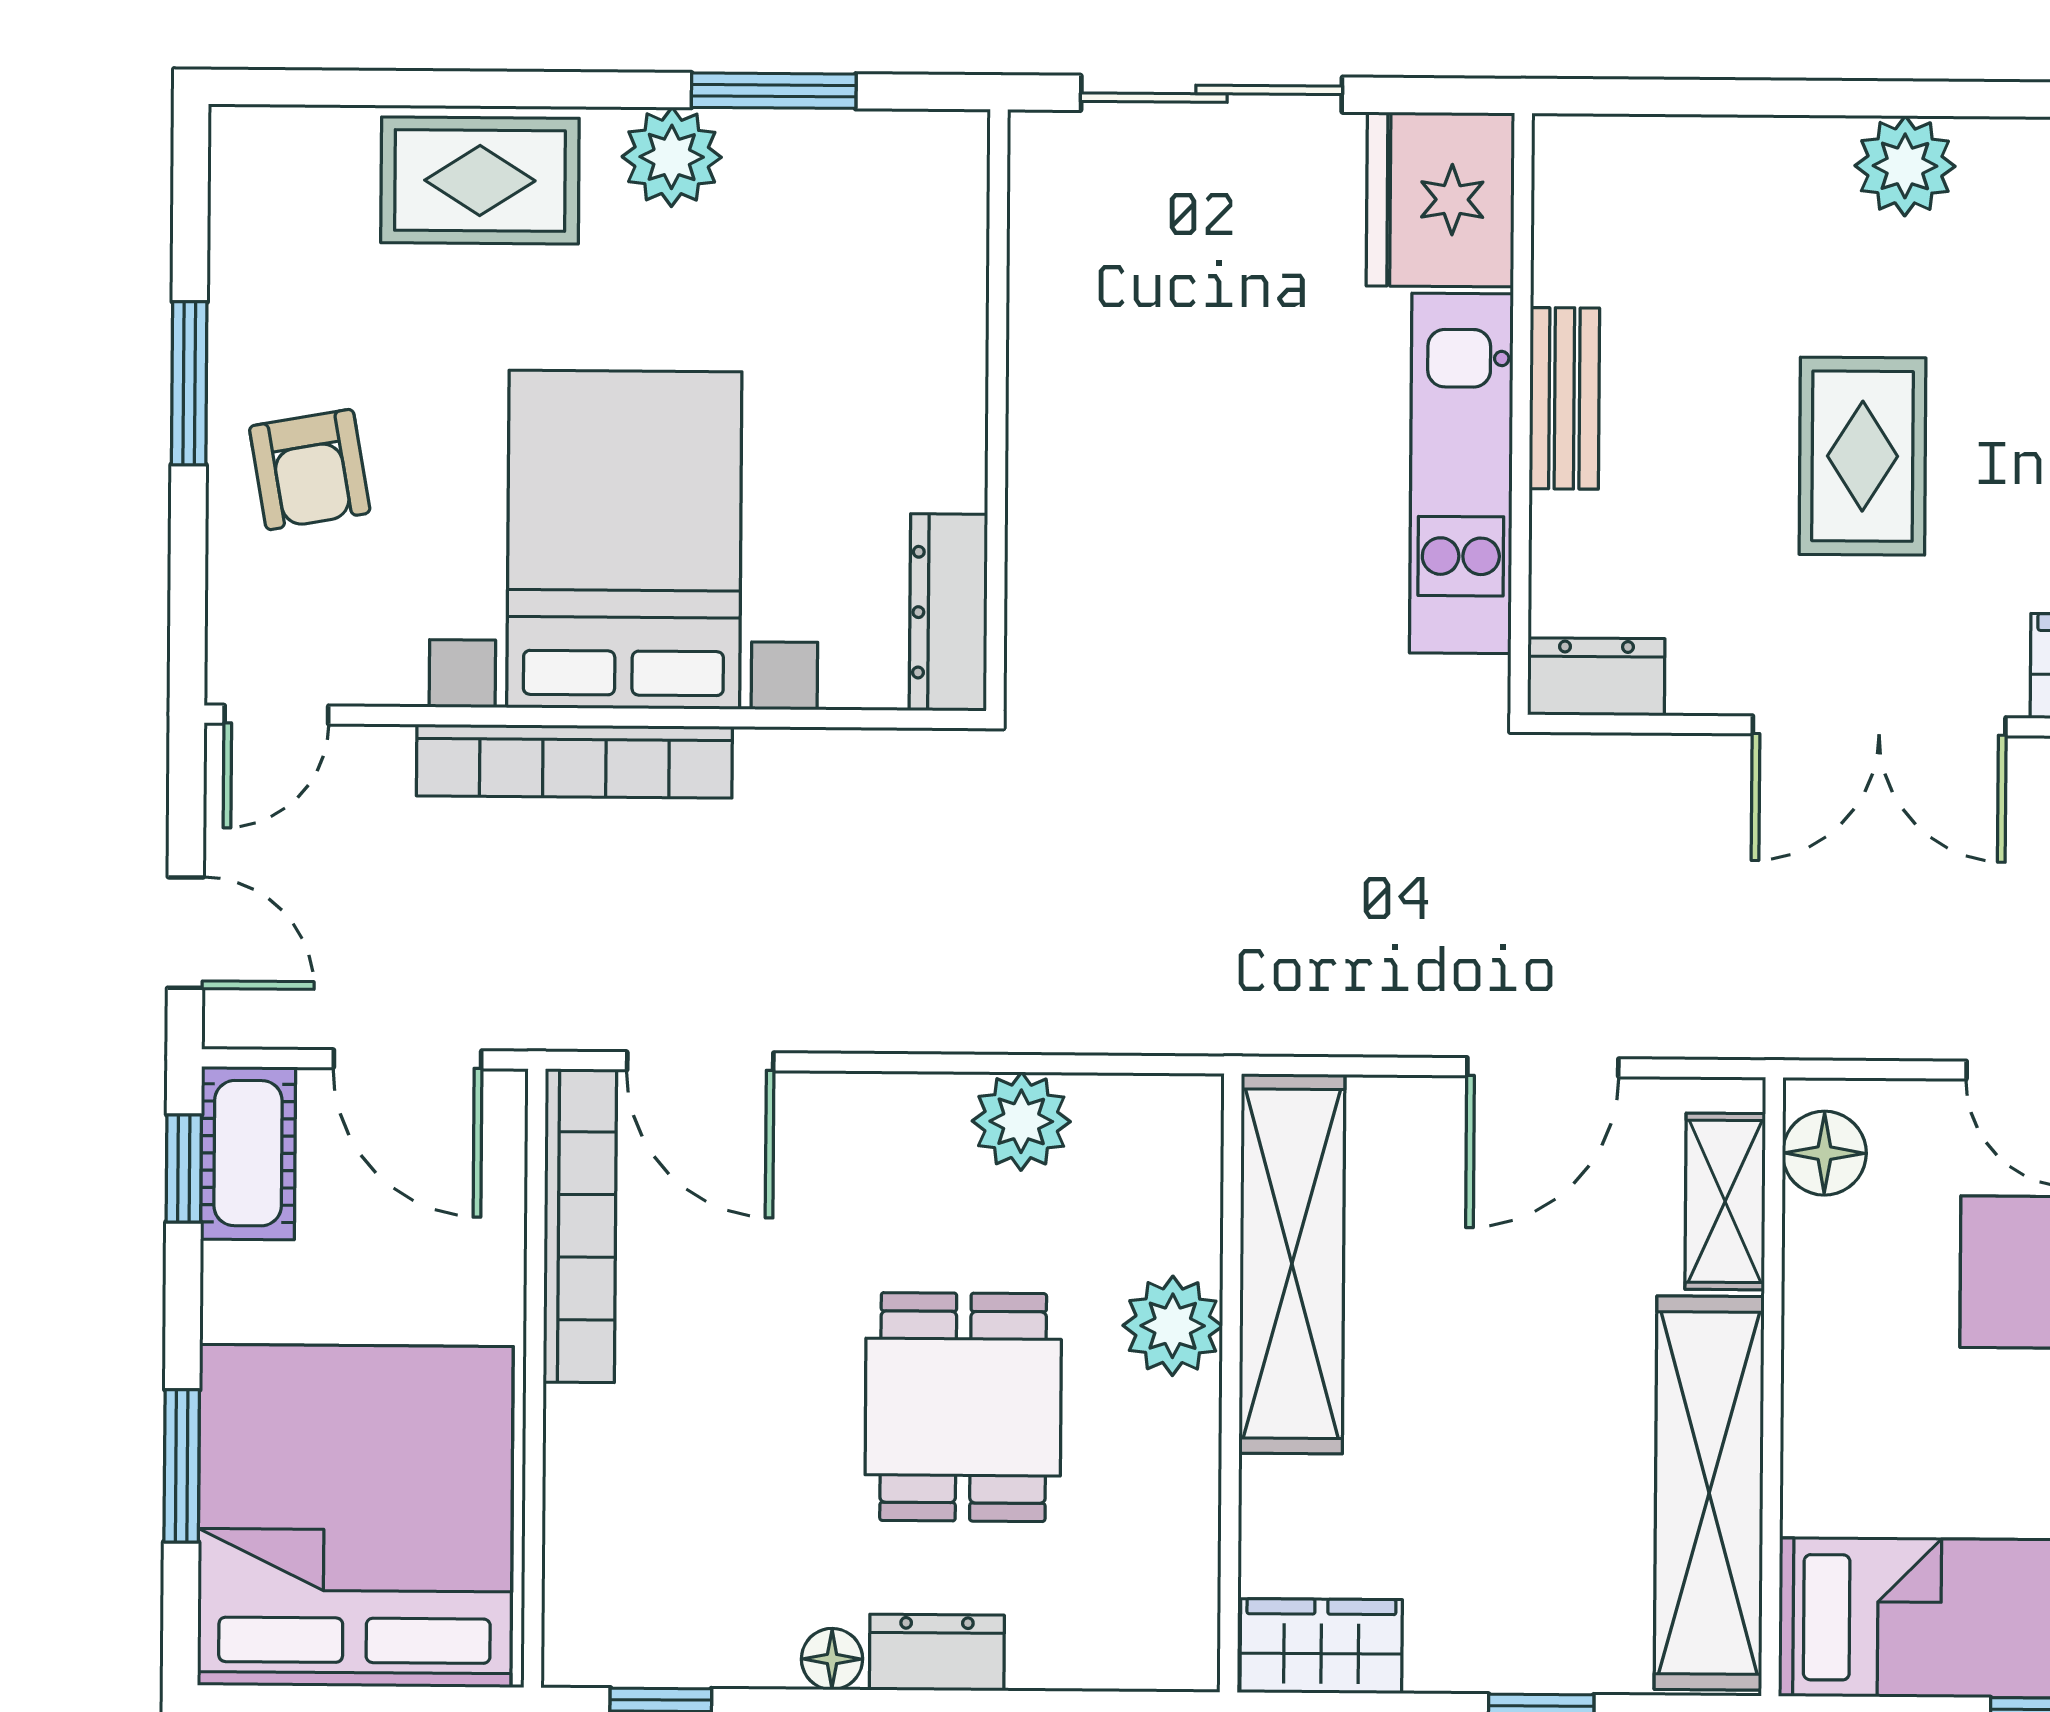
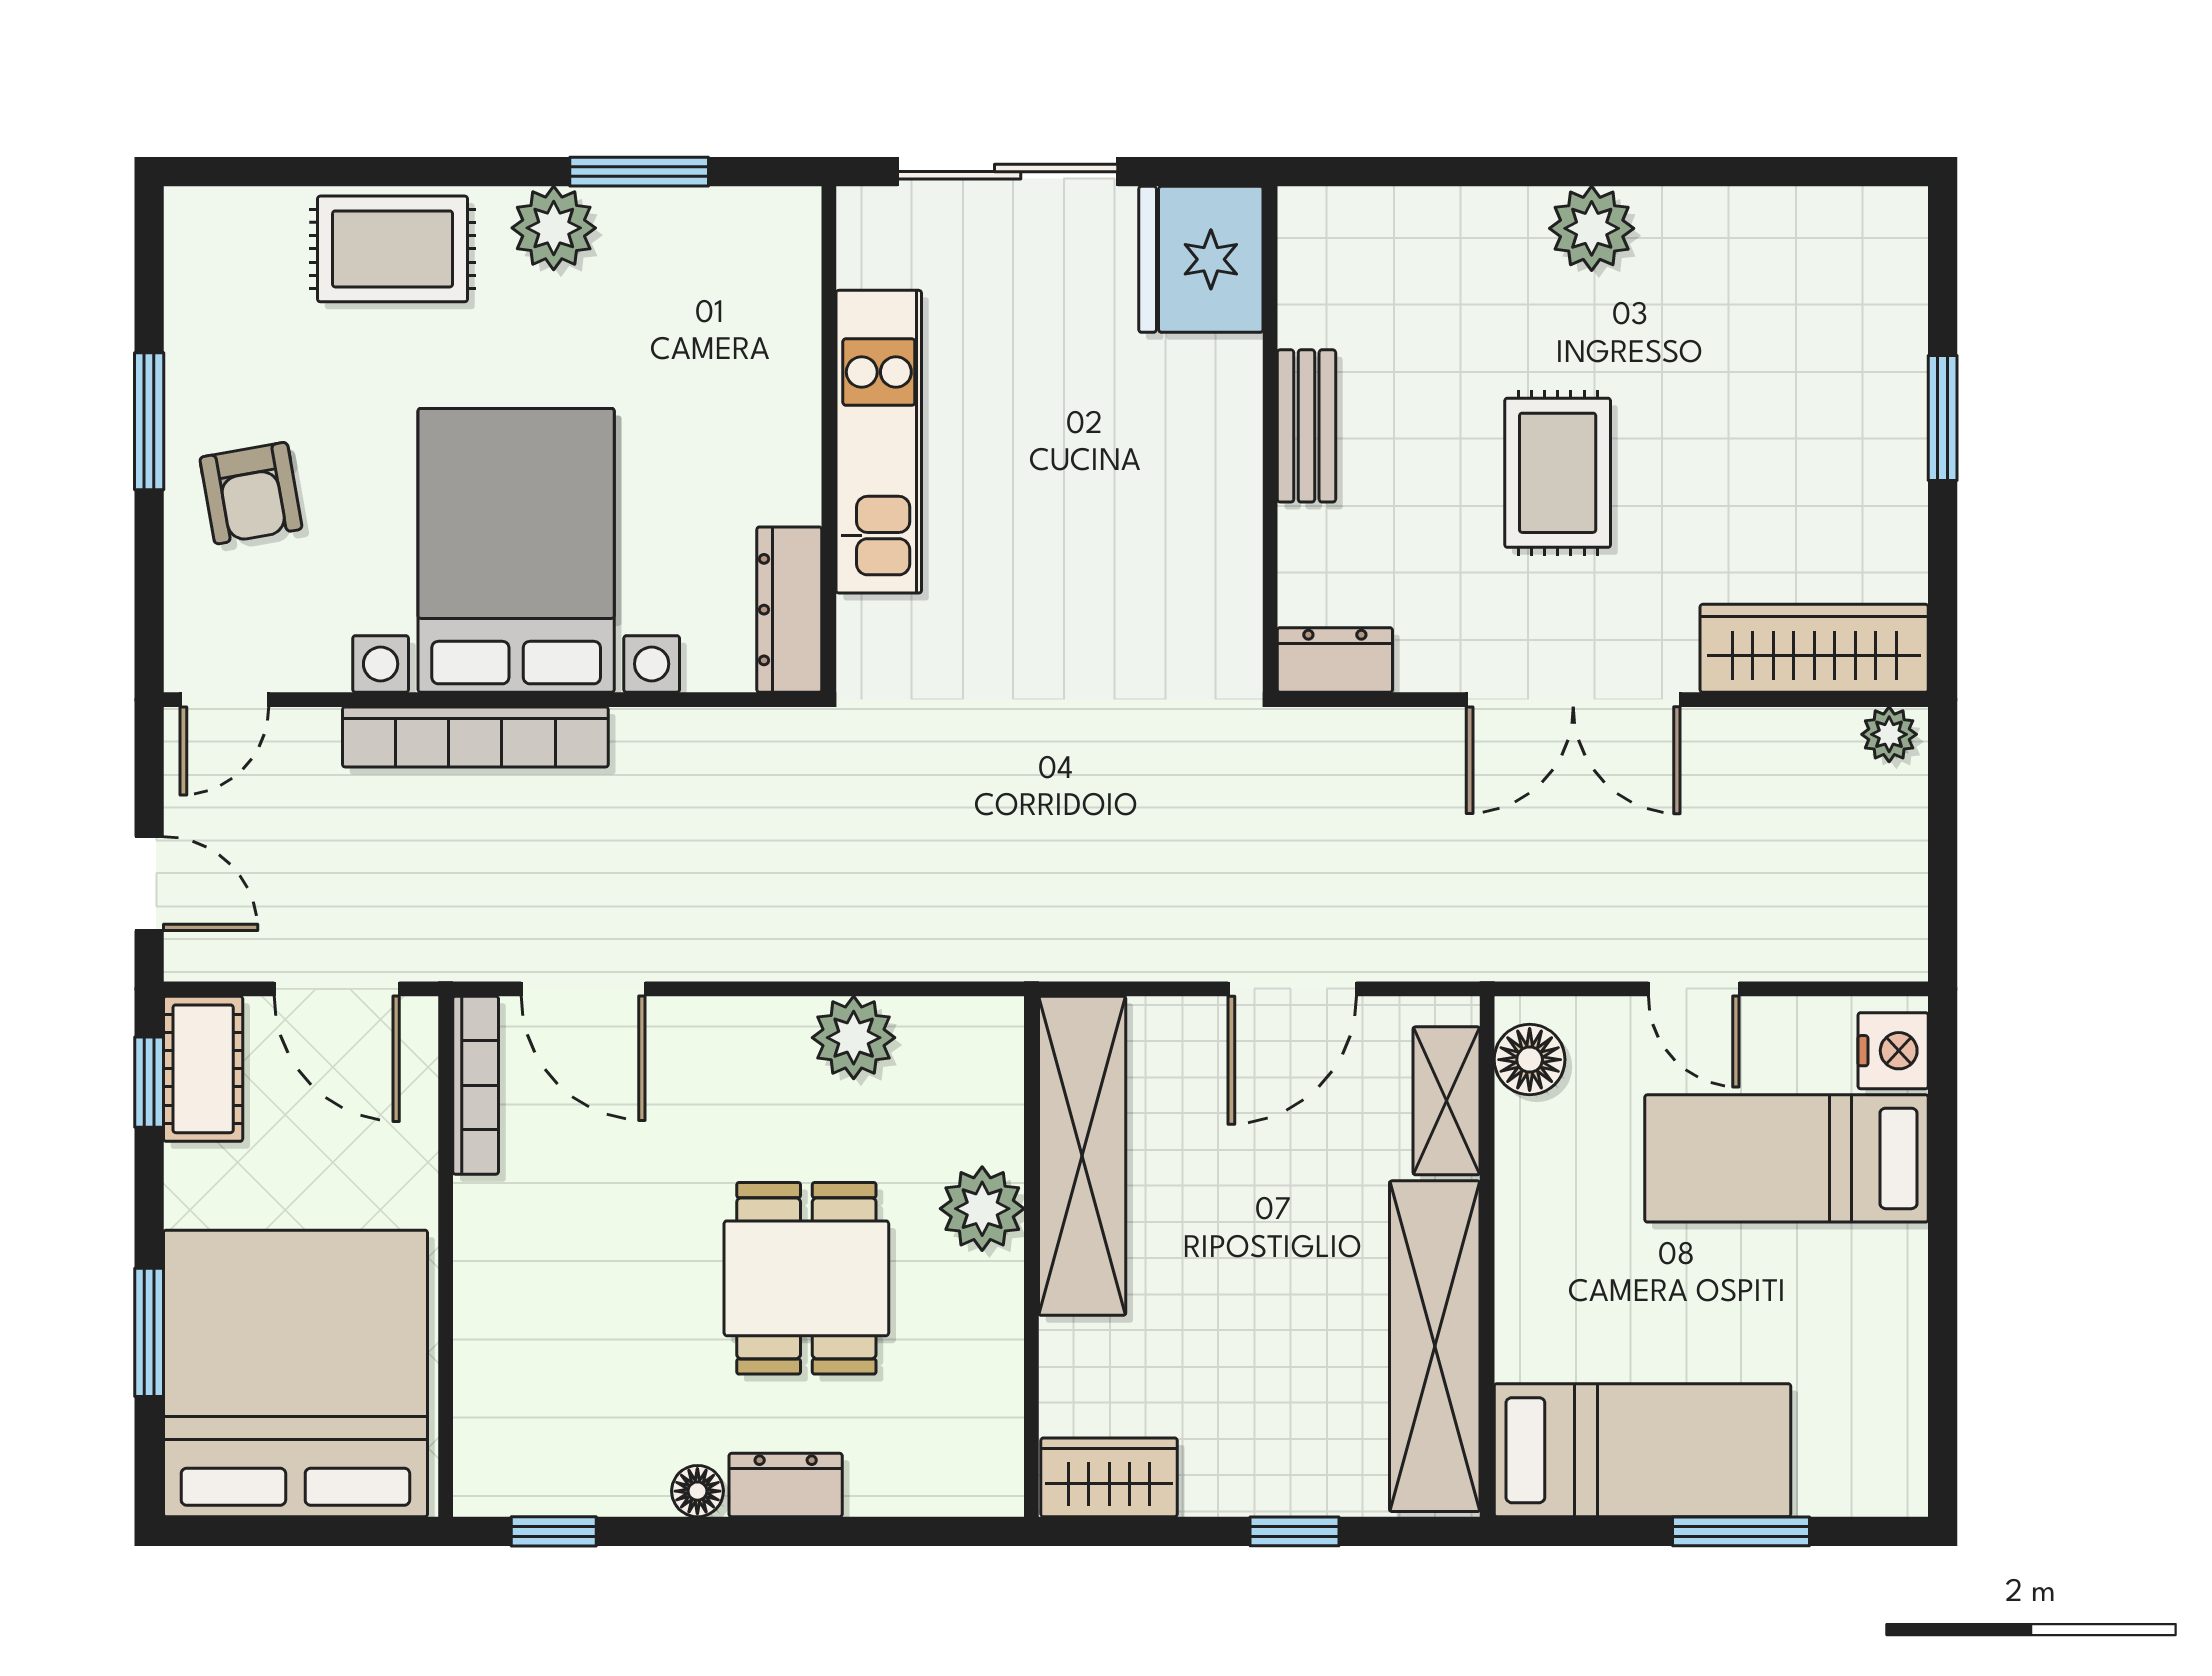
kitchen unit: (1461, 473) -> (879, 442), moved, turned 180
bookcase: (580, 1226) -> (476, 1085), width x0.68, depth x0.76

